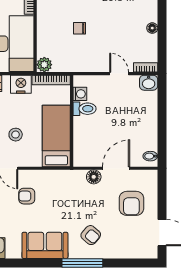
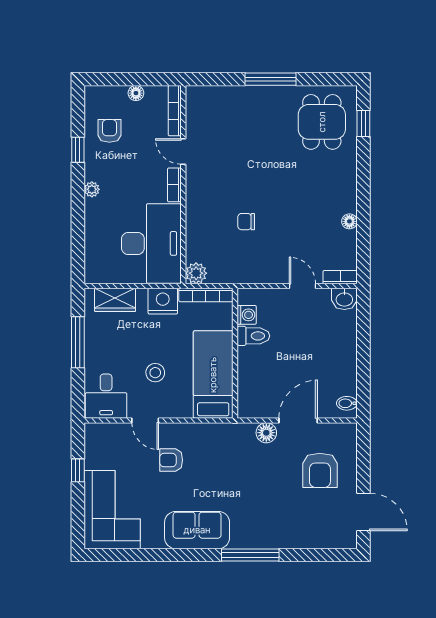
armchair: (91, 235) -> (262, 515), removed

